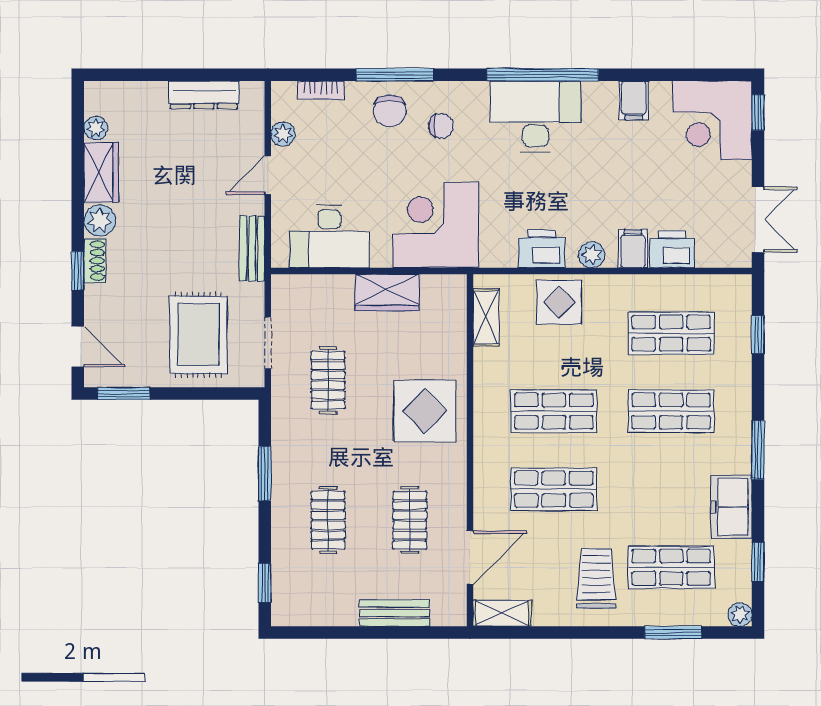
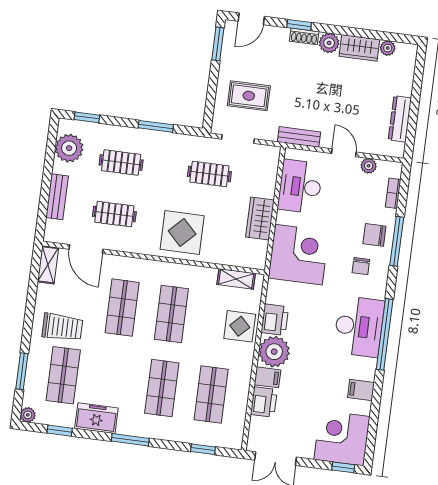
plant: (592, 255) -> (274, 352), width x1.87, depth x1.87
rug: (198, 335) -> (249, 96), width x0.73, depth x0.70
plant: (316, 604) -> (69, 148), added

